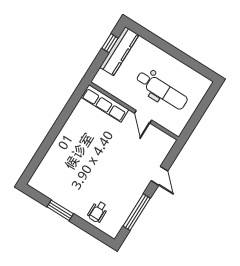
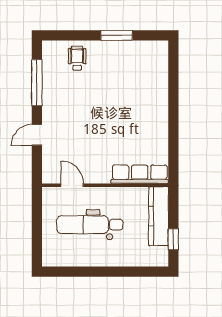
kitchen counter: (119, 51) -> (159, 216), moved
door: (143, 117) -> (72, 185), moved
door: (159, 176) -> (37, 135), hinge flipped

